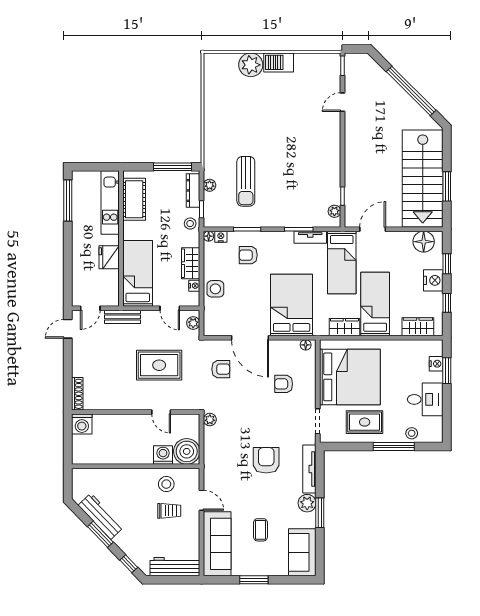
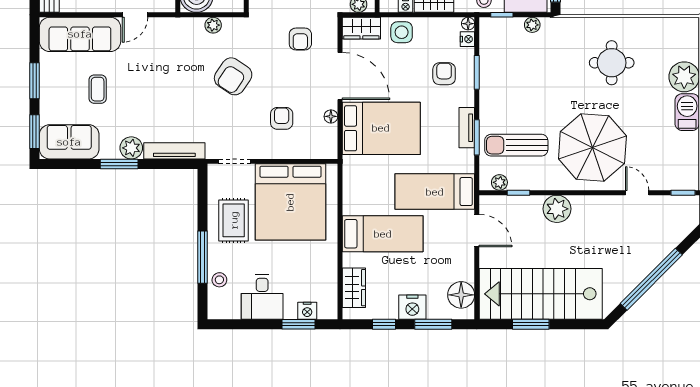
round table: (240, 122) -> (612, 63), added
parasol: (307, 138) -> (592, 147), added
plant: (355, 166) -> (557, 209), added
sun lounger: (246, 181) -> (516, 145), moved
tv unit: (310, 237) -> (467, 128), moved
window: (447, 264) -> (433, 324), width x1.50
wardrobe: (344, 327) -> (361, 28), moved, turned 90
door: (250, 338) -> (340, 76), swing flipped
floor lamp: (306, 345) -> (331, 116), moved
plant: (210, 420) -> (213, 25), moved
armchair: (266, 460) -> (233, 76), moved, turned 124
coffee table: (260, 530) -> (98, 89), turned 90
window: (294, 580) -> (35, 132), added

